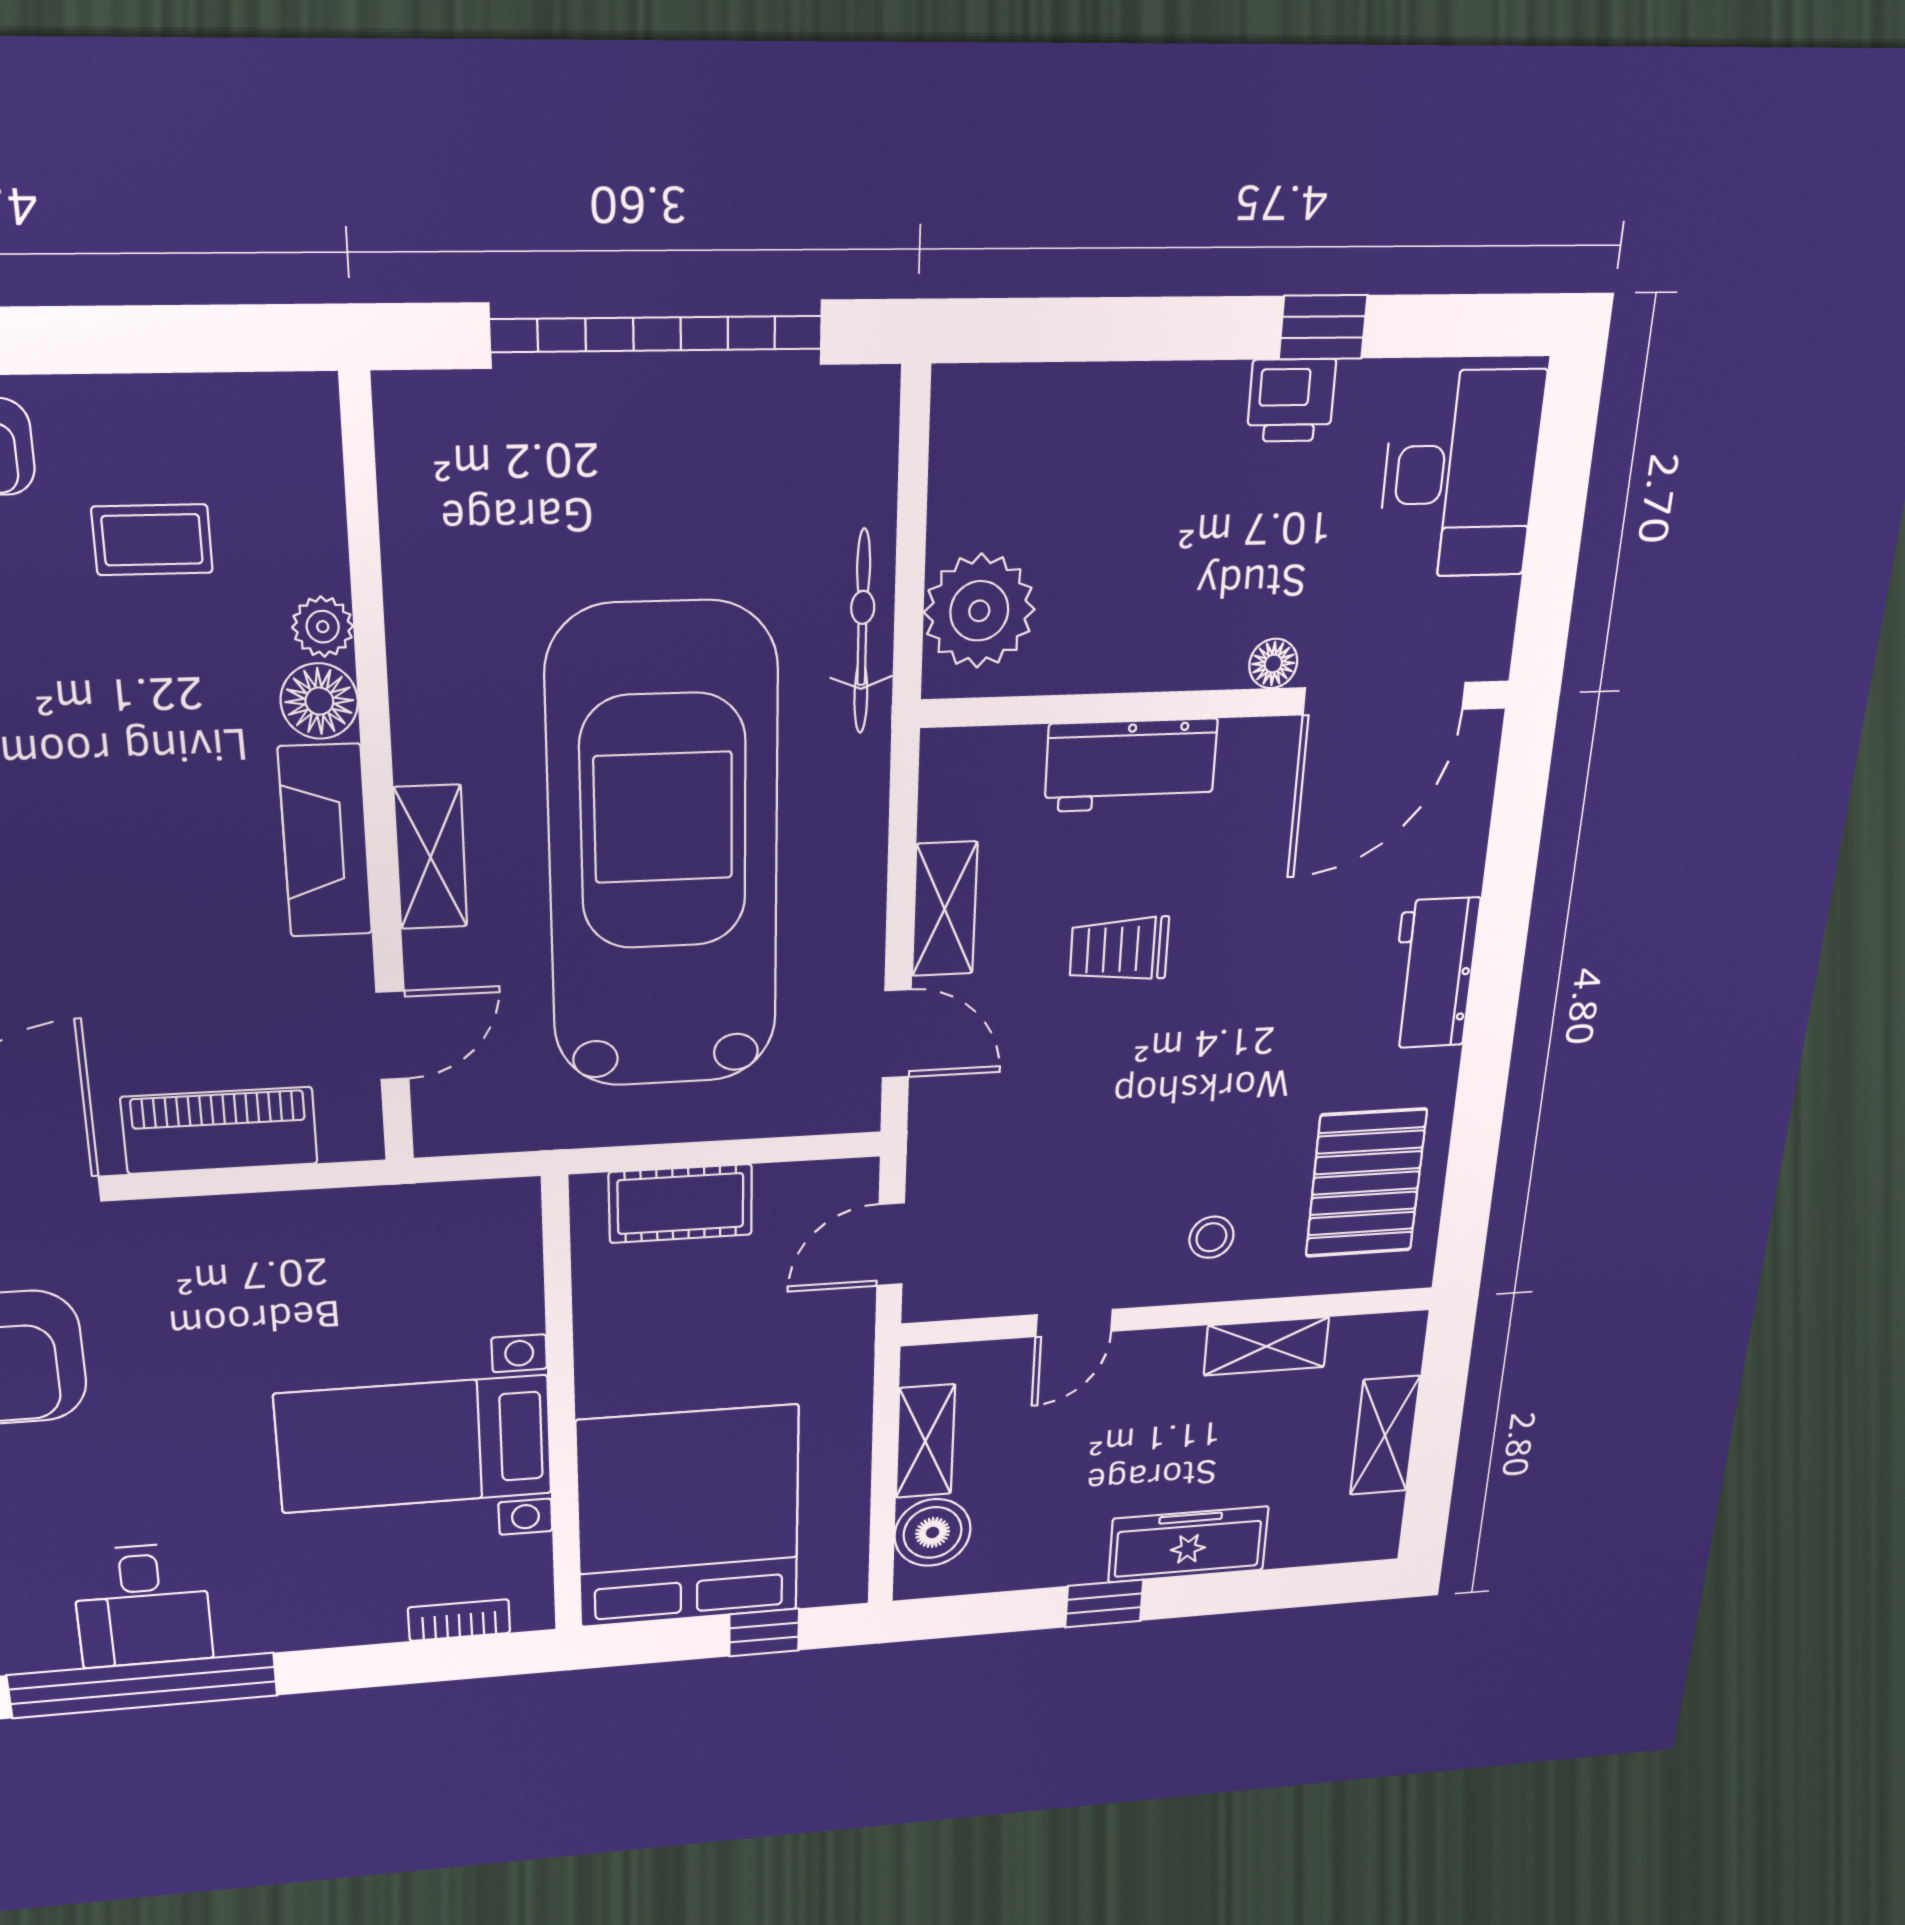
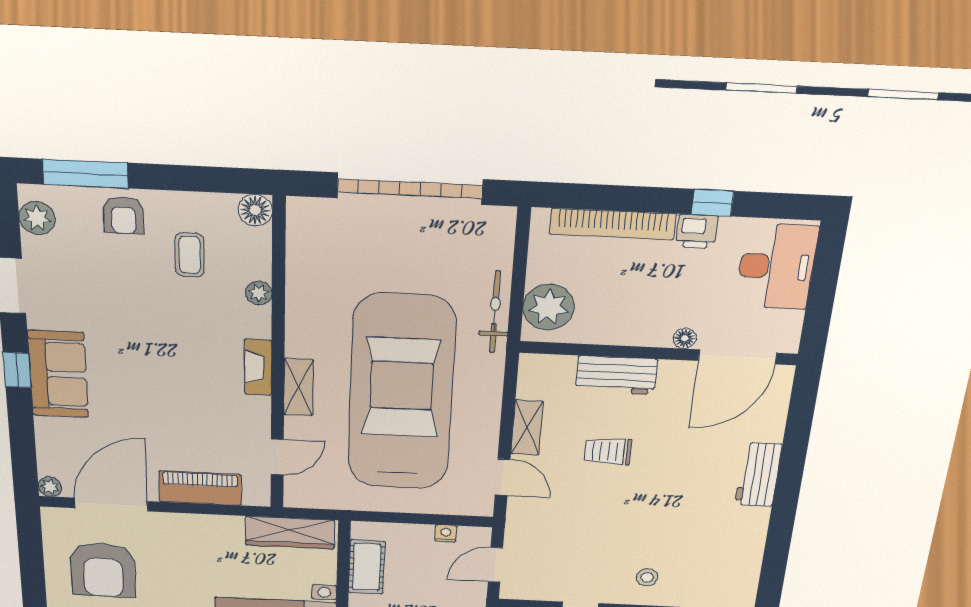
bookcase: (1111, 394) -> (613, 224), added
coffee table: (152, 540) -> (190, 255), turned 90
floor lamp: (319, 701) -> (255, 210), moved
fireplace: (325, 841) -> (258, 367), width x0.73, depth x0.76
nightstand: (780, 1182) -> (446, 533), added
pallet: (1366, 1183) -> (723, 562), removed
cot: (681, 1204) -> (367, 567), moved, turned 90
wardrobe: (433, 1218) -> (290, 532), added

